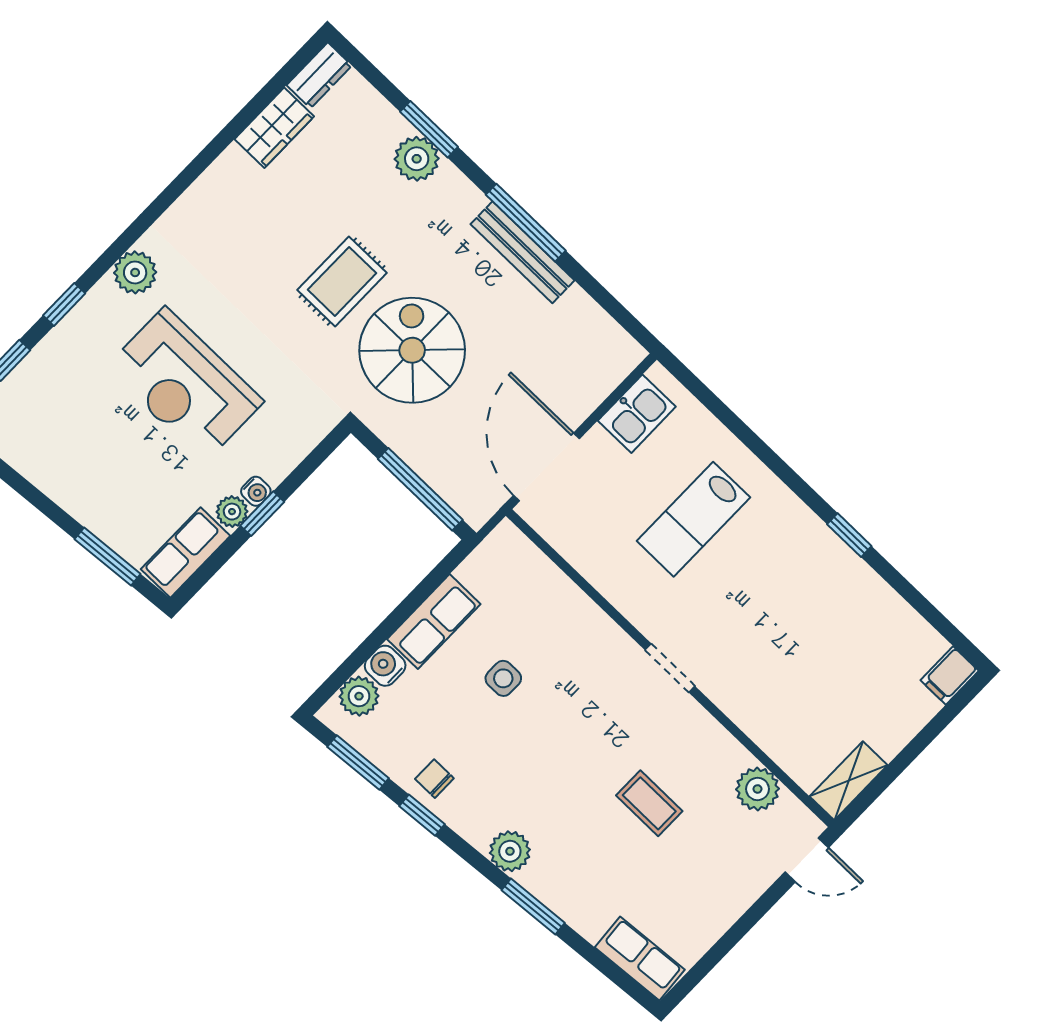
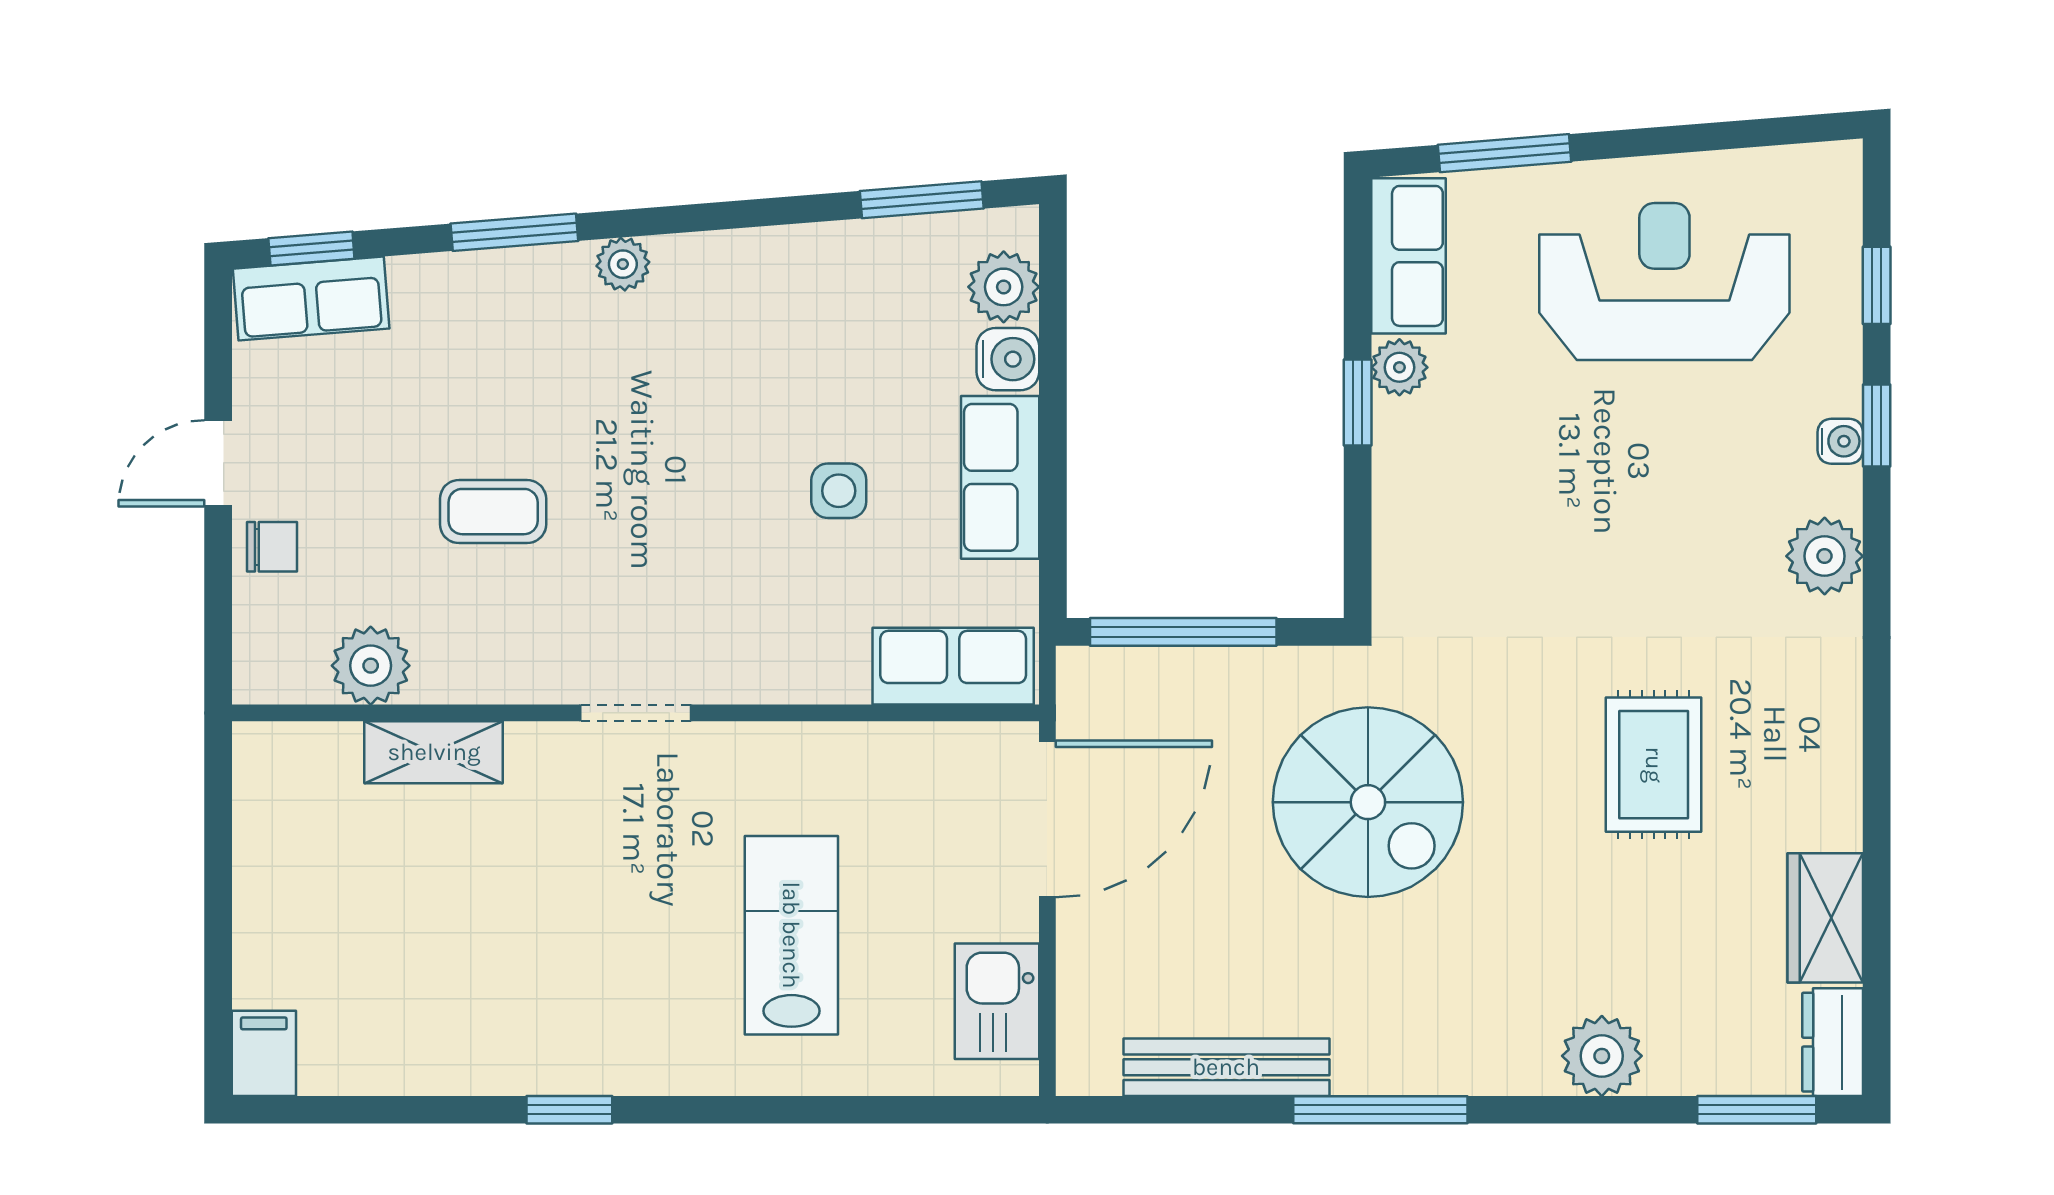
window: (429, 129) -> (1757, 1110), moved
bench: (522, 252) -> (1226, 1067), moved
rug: (342, 281) -> (1654, 765), moved
reception desk: (185, 385) -> (1664, 281), moved
door: (547, 467) -> (1047, 819), hinge flipped
water cooler: (256, 491) -> (1840, 441), moved, turned 180
row of seats: (525, 564) -> (953, 666), added
chair: (434, 779) -> (272, 547), moved
shelving: (849, 781) -> (434, 752), moved, turned 90
window: (422, 815) -> (311, 248), moved
plant: (510, 851) -> (623, 264), width x0.73, depth x0.73
door: (807, 860) -> (218, 463), moved

